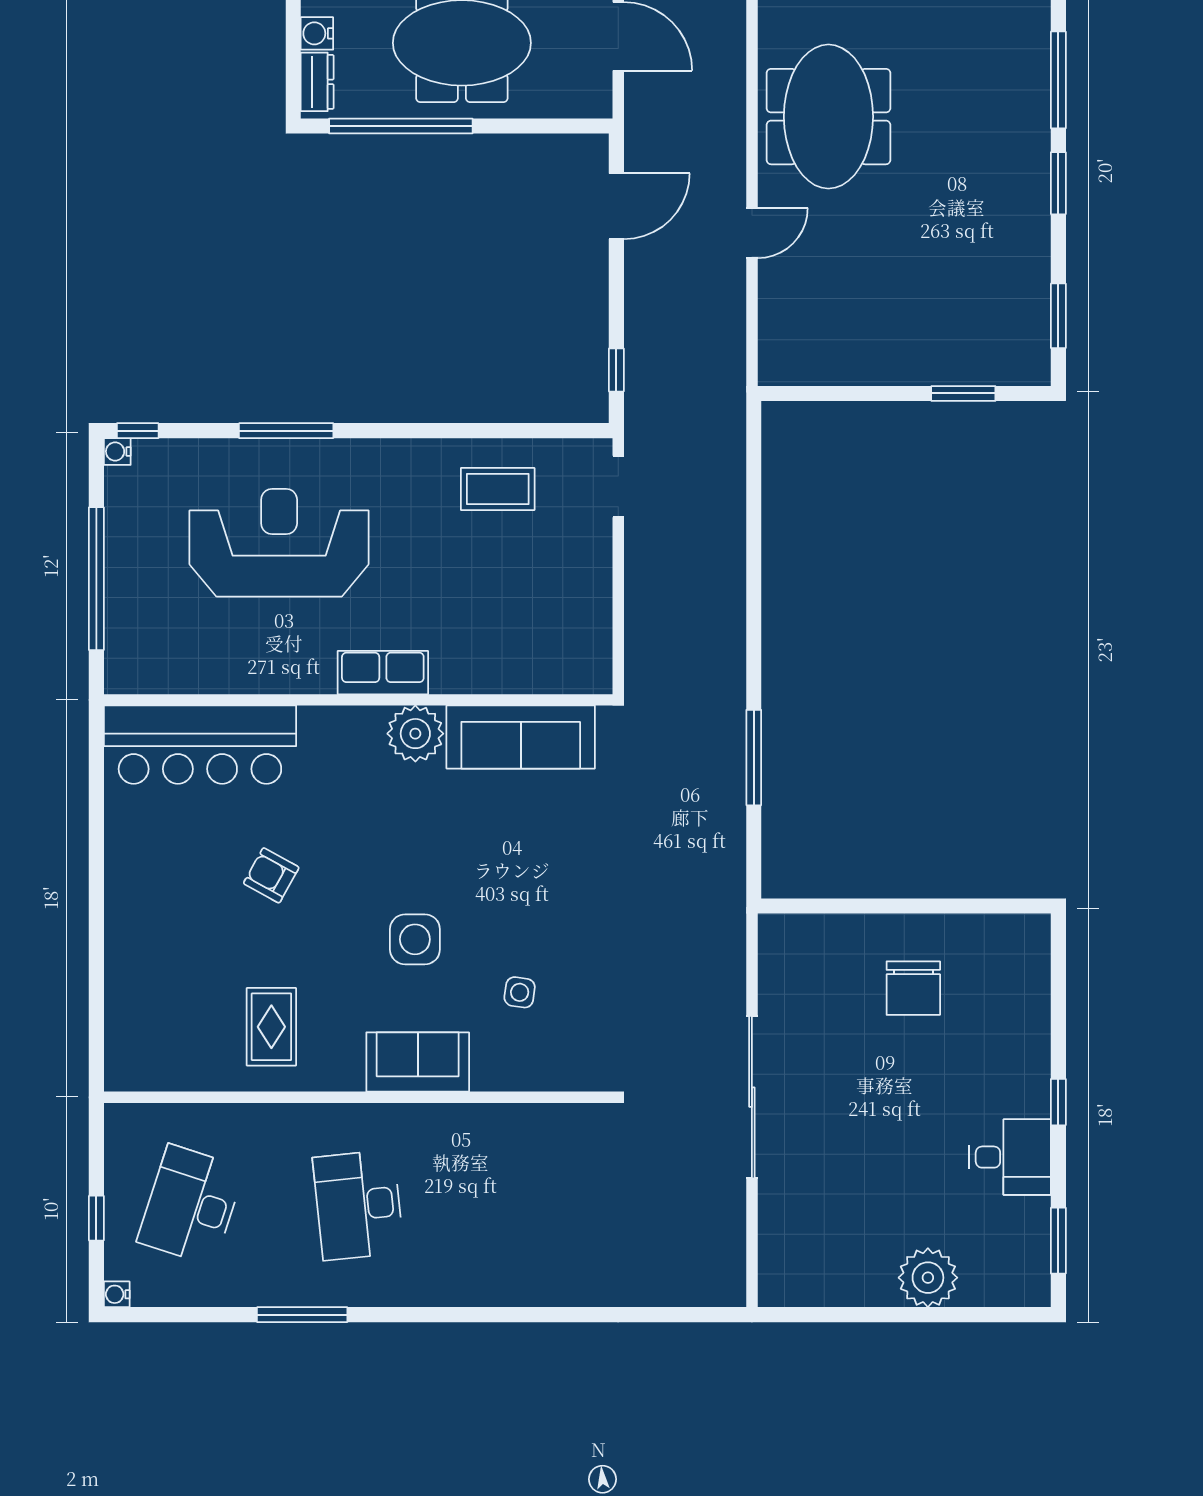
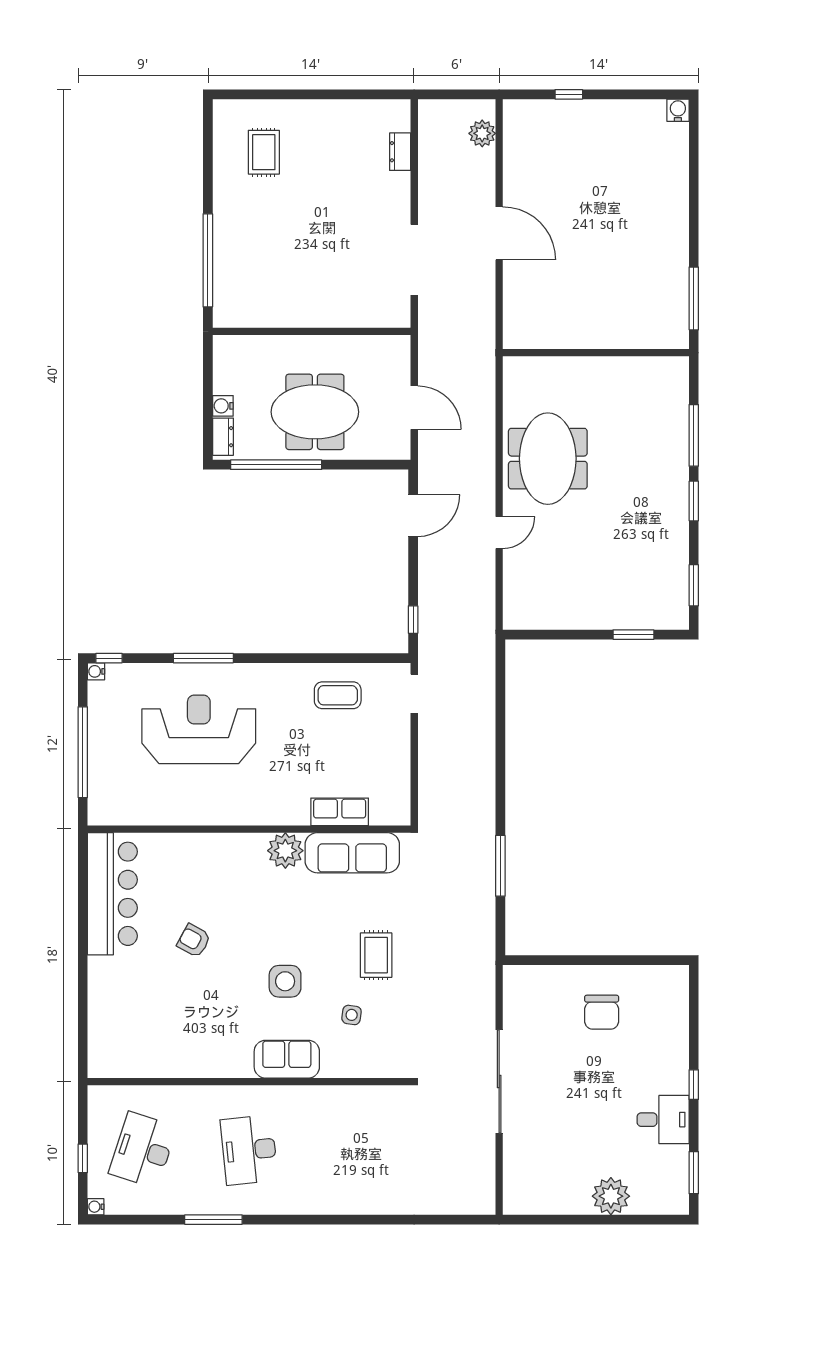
row of seats: (383, 673) -> (340, 812), moved
bar counter: (200, 745) -> (112, 894), moved, turned -90
rug: (271, 1027) -> (376, 955), moved

